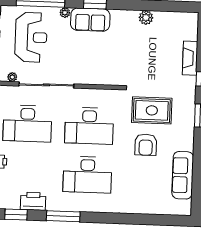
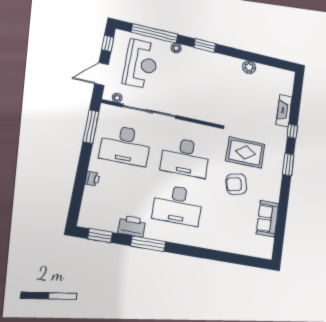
sofa: (90, 20) -> (199, 59), removed
armchair: (146, 145) -> (236, 184), turned 77
sofa: (183, 175) -> (267, 219), width x0.73
printer: (33, 201) -> (132, 226), moved

